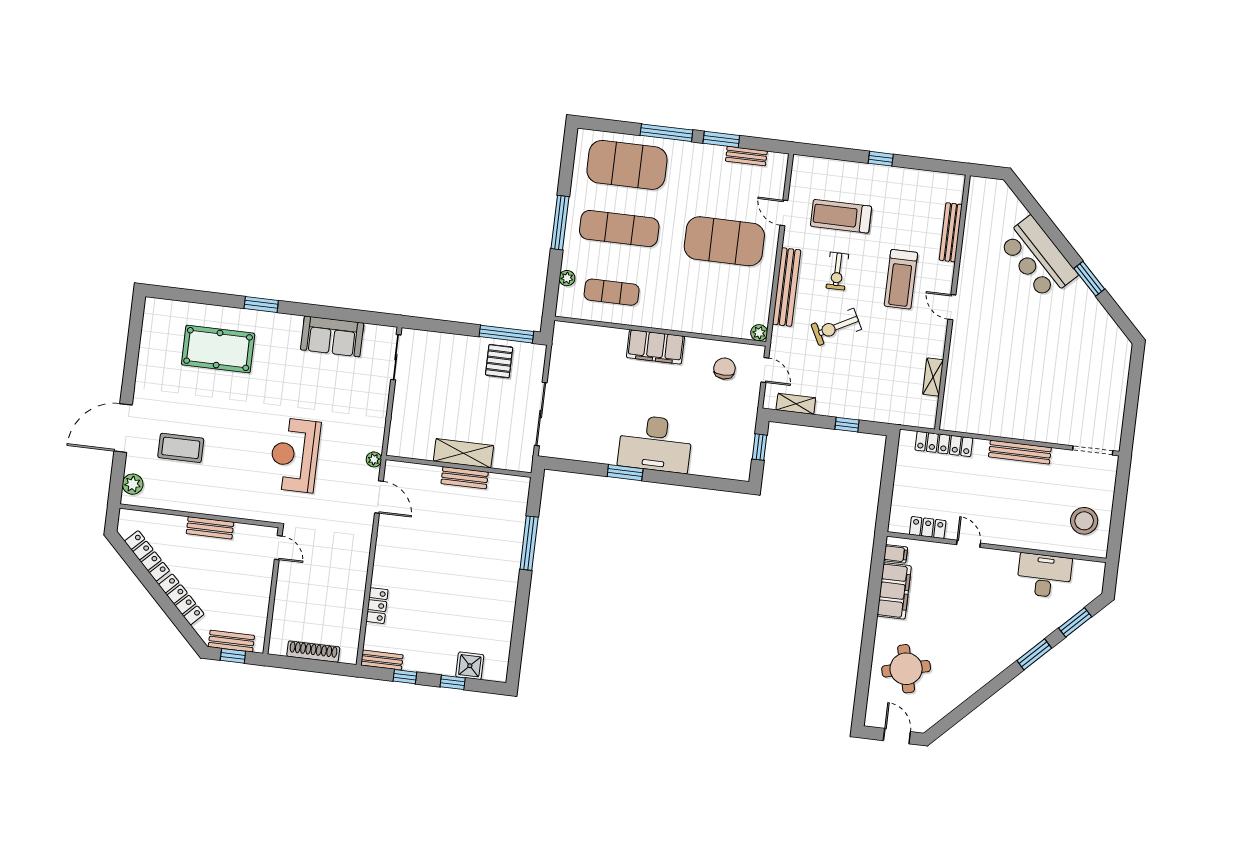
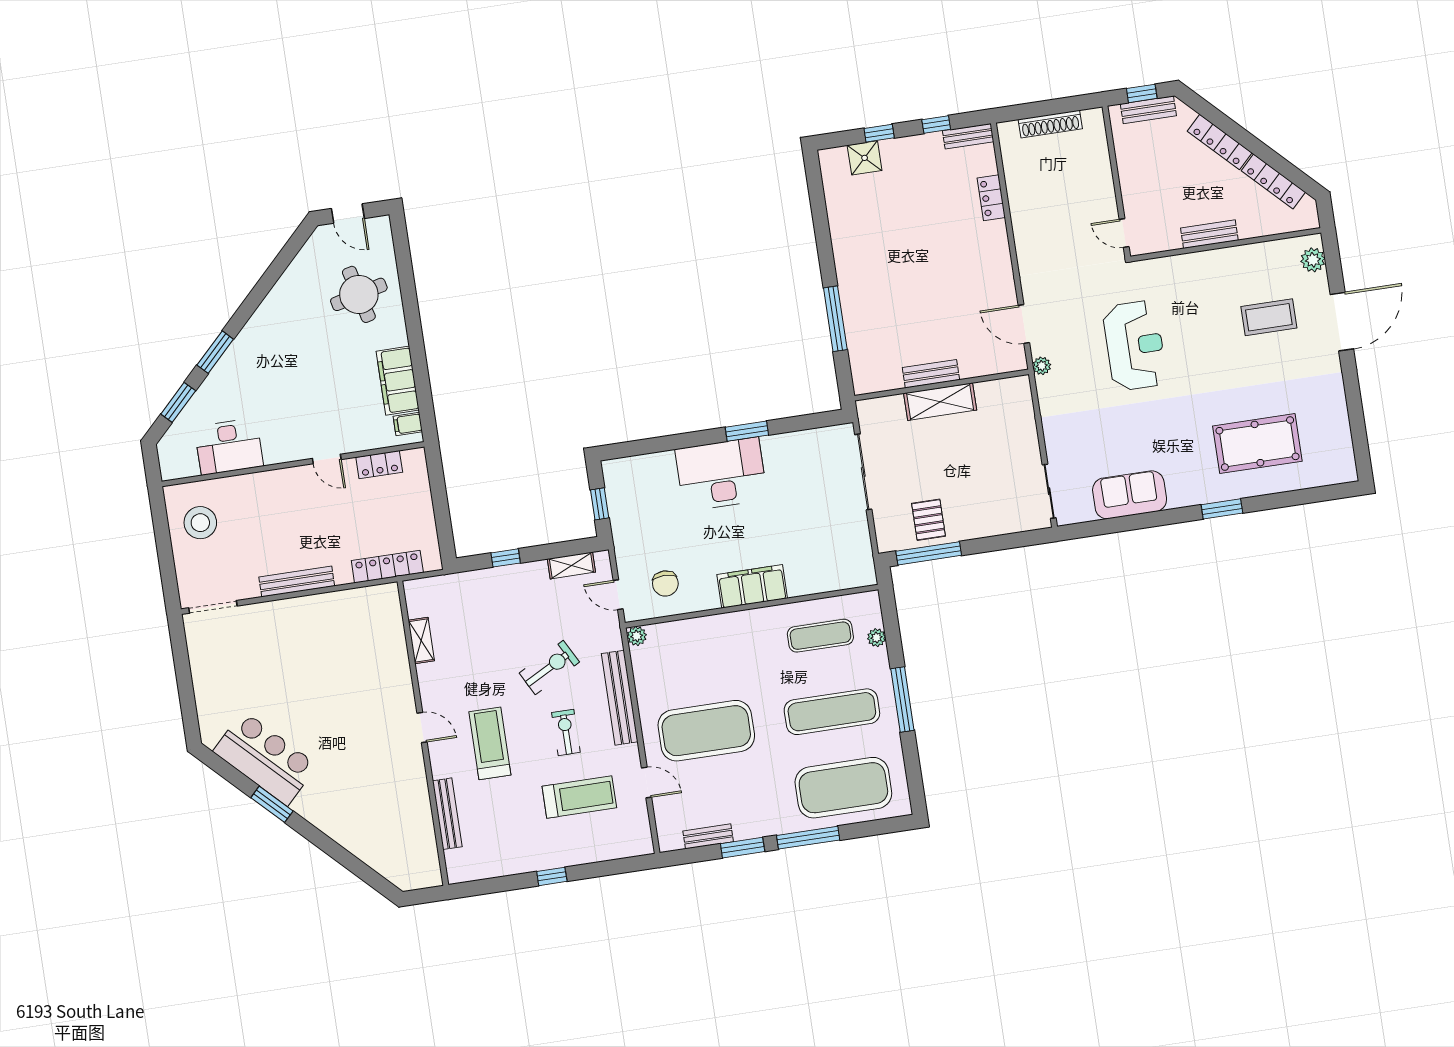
bar counter: (1038, 258) -> (265, 758), moved

